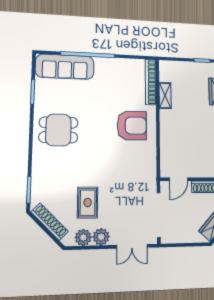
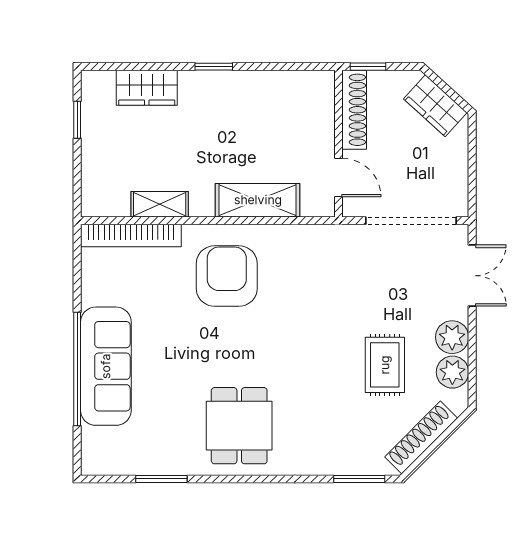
sofa: (65, 67) -> (106, 366), moved
shelving: (167, 141) -> (258, 200), added
rug: (88, 203) -> (385, 365), turned 90

